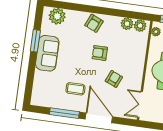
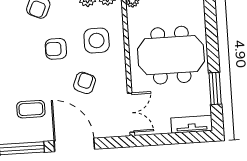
side table: (127, 53) -> (97, 41), added
double door: (140, 104) -> (131, 113), swing flipped

